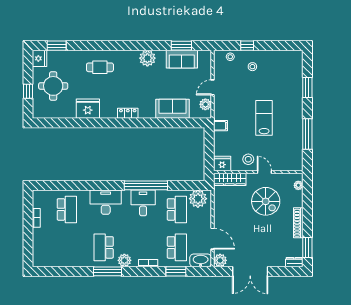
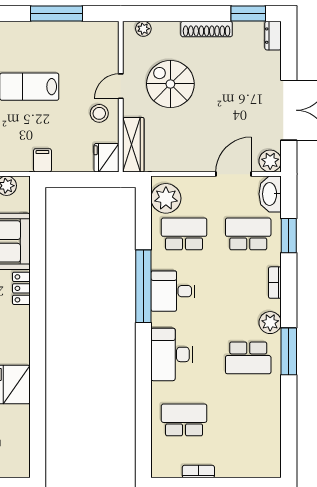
locker: (128, 113) -> (21, 288), moved
spiral stairs: (266, 201) -> (170, 84), turned -90

